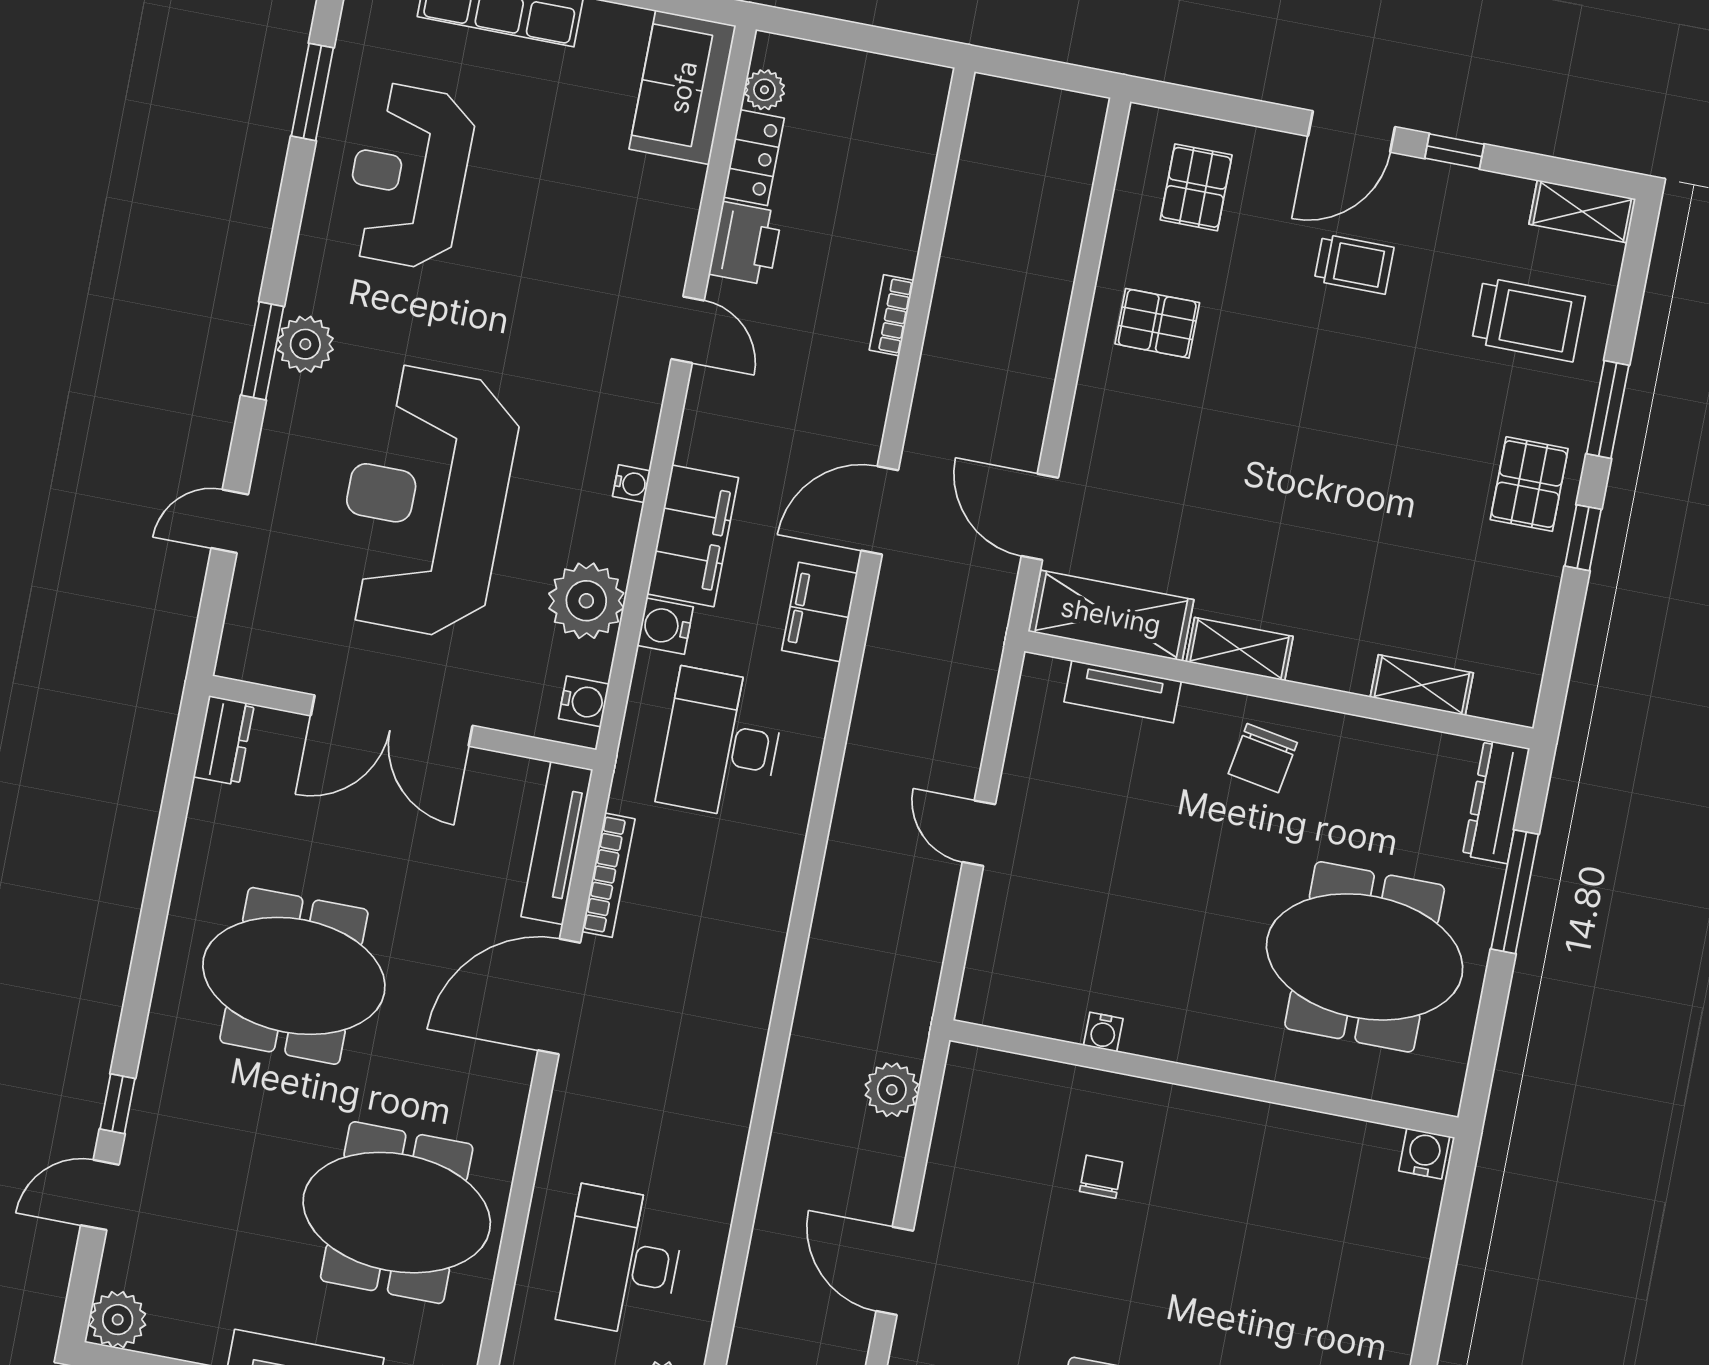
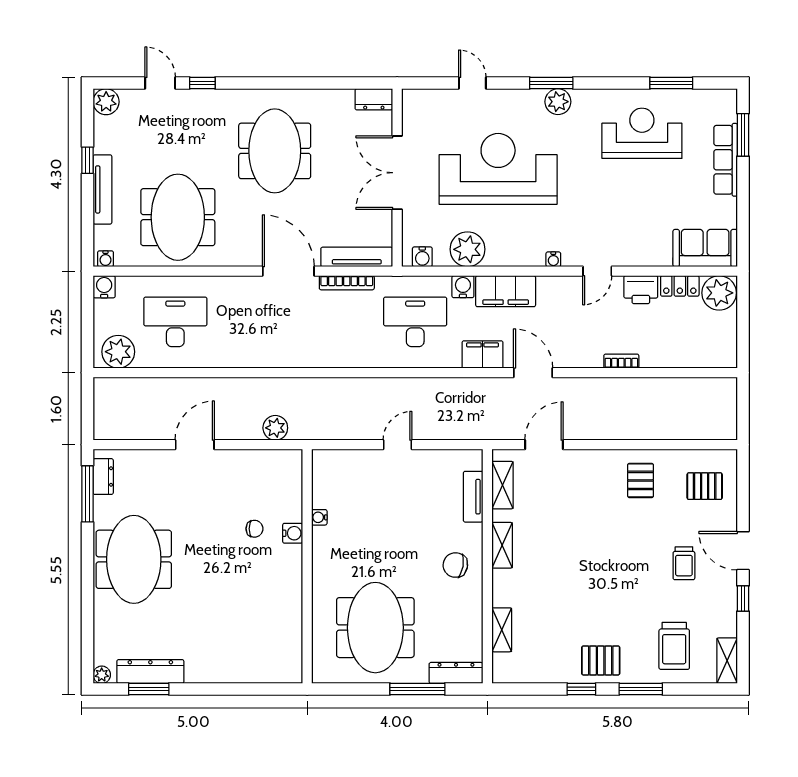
plant: (764, 90) -> (719, 293), width x1.88, depth x1.88
water cooler: (631, 484) -> (553, 259), moved
shelving: (1111, 616) -> (502, 485), width x0.67, depth x0.75
water cooler: (1424, 1154) -> (293, 533), moved

